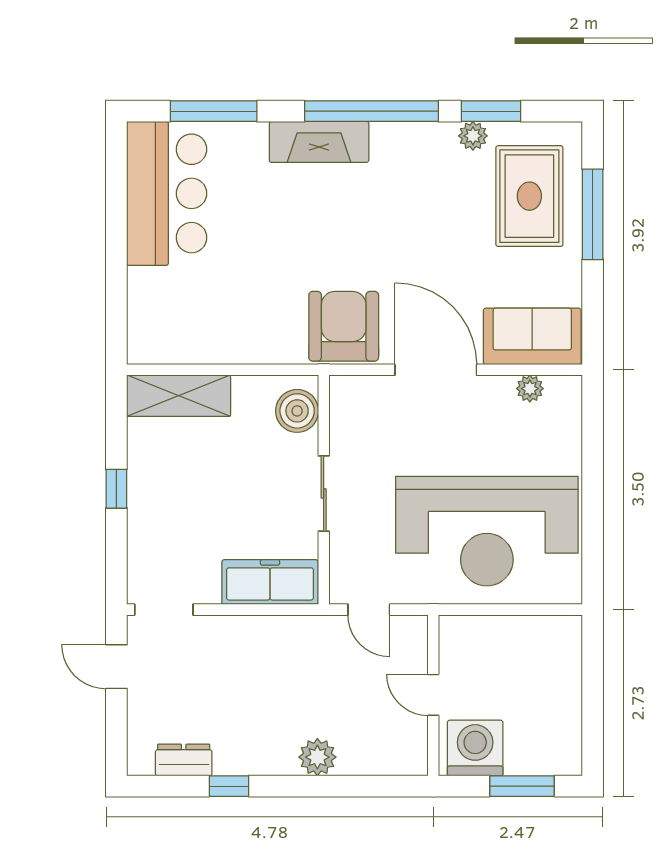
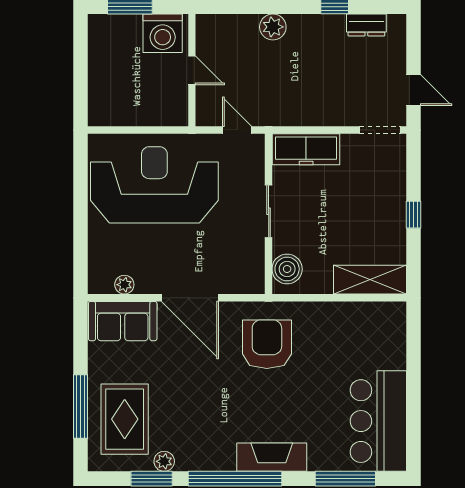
armchair: (344, 326) -> (267, 344), moved, turned 180

